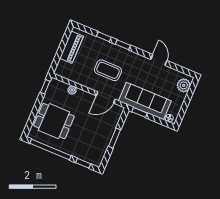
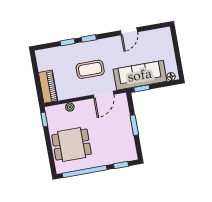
piano: (72, 47) -> (48, 87), moved
door: (159, 60) -> (129, 31), swing flipped
plant: (184, 85) -> (165, 40), removed

